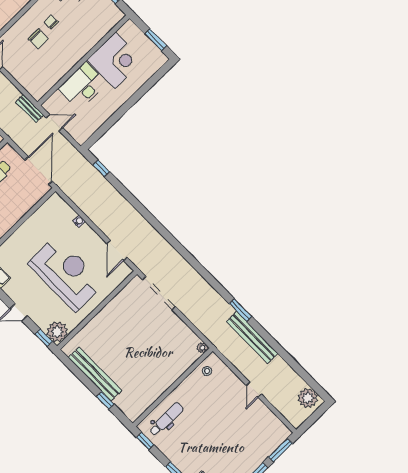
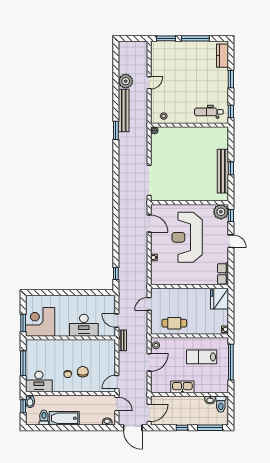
window: (156, 40) -> (23, 323), moved
corner desk: (115, 60) -> (40, 322), moved
door: (39, 171) -> (149, 304), width x0.53
door: (117, 250) -> (149, 223), hinge flipped
plant: (308, 398) -> (126, 81), moved
window: (105, 400) -> (231, 168), moved

